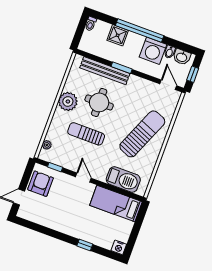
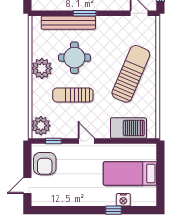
plant: (47, 145) -> (41, 126), width x1.88, depth x1.88
armchair: (41, 184) -> (45, 164), turned 180
bed: (116, 203) -> (130, 174), moved
nightstand: (119, 247) -> (123, 200), moved

